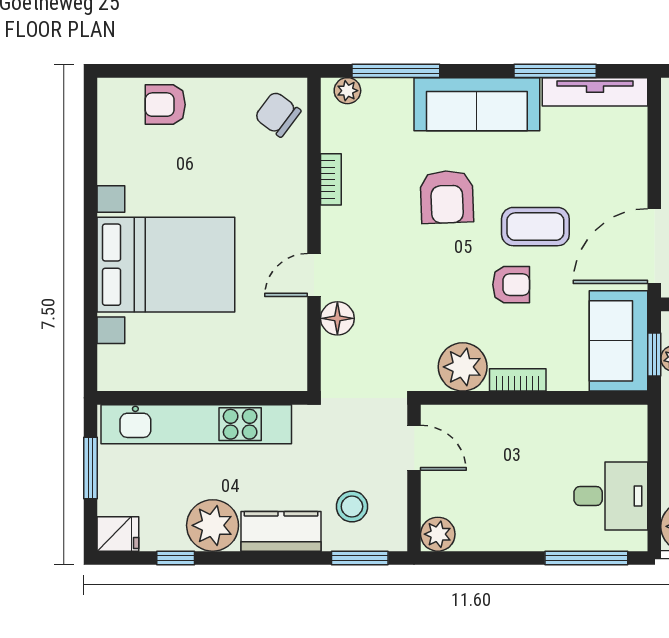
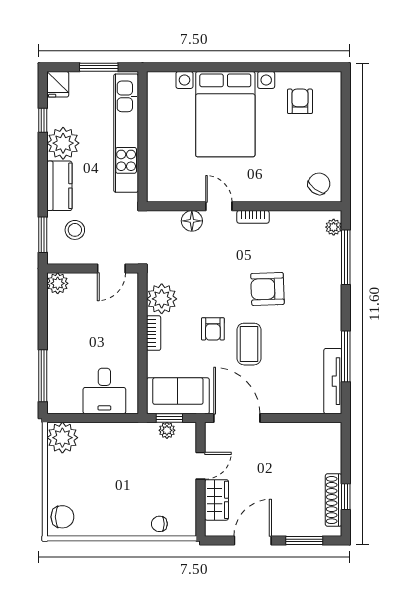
sofa: (477, 104) -> (325, 308), removed
armchair: (165, 105) -> (300, 101), moved
bookcase: (331, 179) -> (253, 217), moved
desk: (611, 496) -> (104, 391), moved

